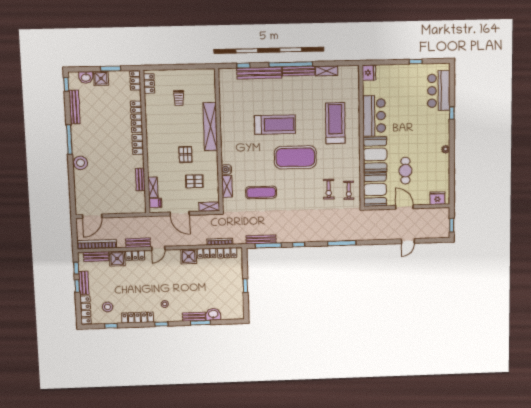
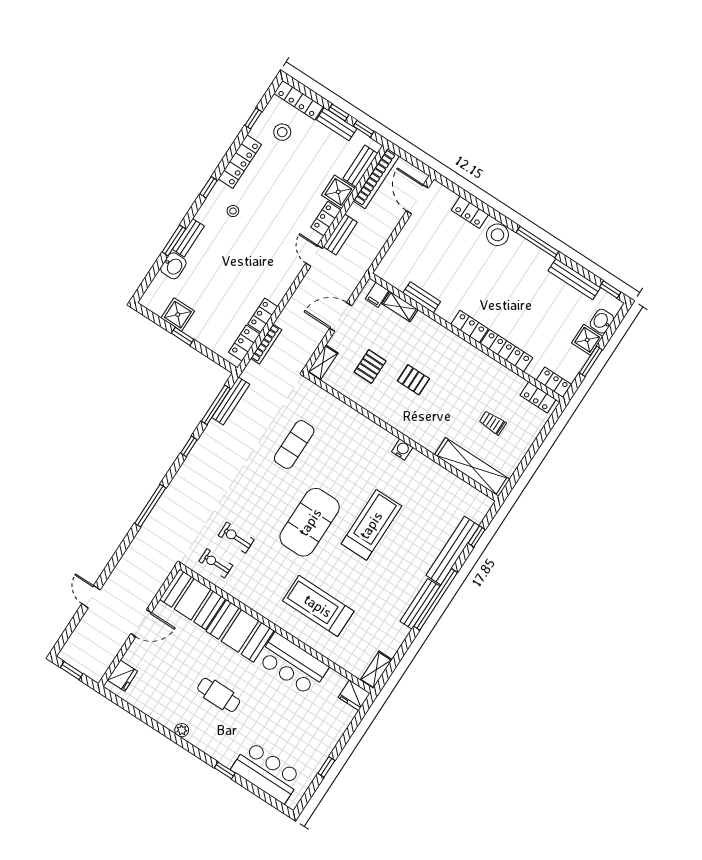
shelving: (327, 71) -> (376, 670), moved
treadmill: (335, 123) -> (318, 606), turned 180
treadmill: (275, 125) -> (371, 525), turned 180
shelving: (210, 126) -> (472, 467), moved
water cooler: (226, 170) -> (402, 450), moved
cafe table: (405, 171) -> (219, 695), moved
locker: (79, 185) -> (470, 212), added
shelving: (227, 186) -> (334, 405), removed
shower: (189, 256) -> (178, 315), moved

